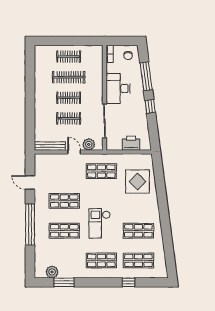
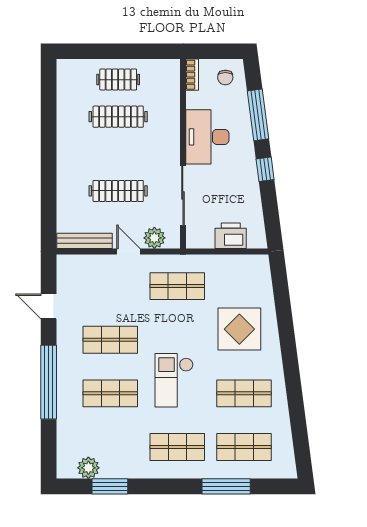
clothes rail: (69, 98) -> (118, 154), removed
clothes rail: (69, 118) -> (118, 191), width x1.36
display table: (138, 181) -> (239, 329), moved
window: (128, 282) -> (226, 486), width x2.17

